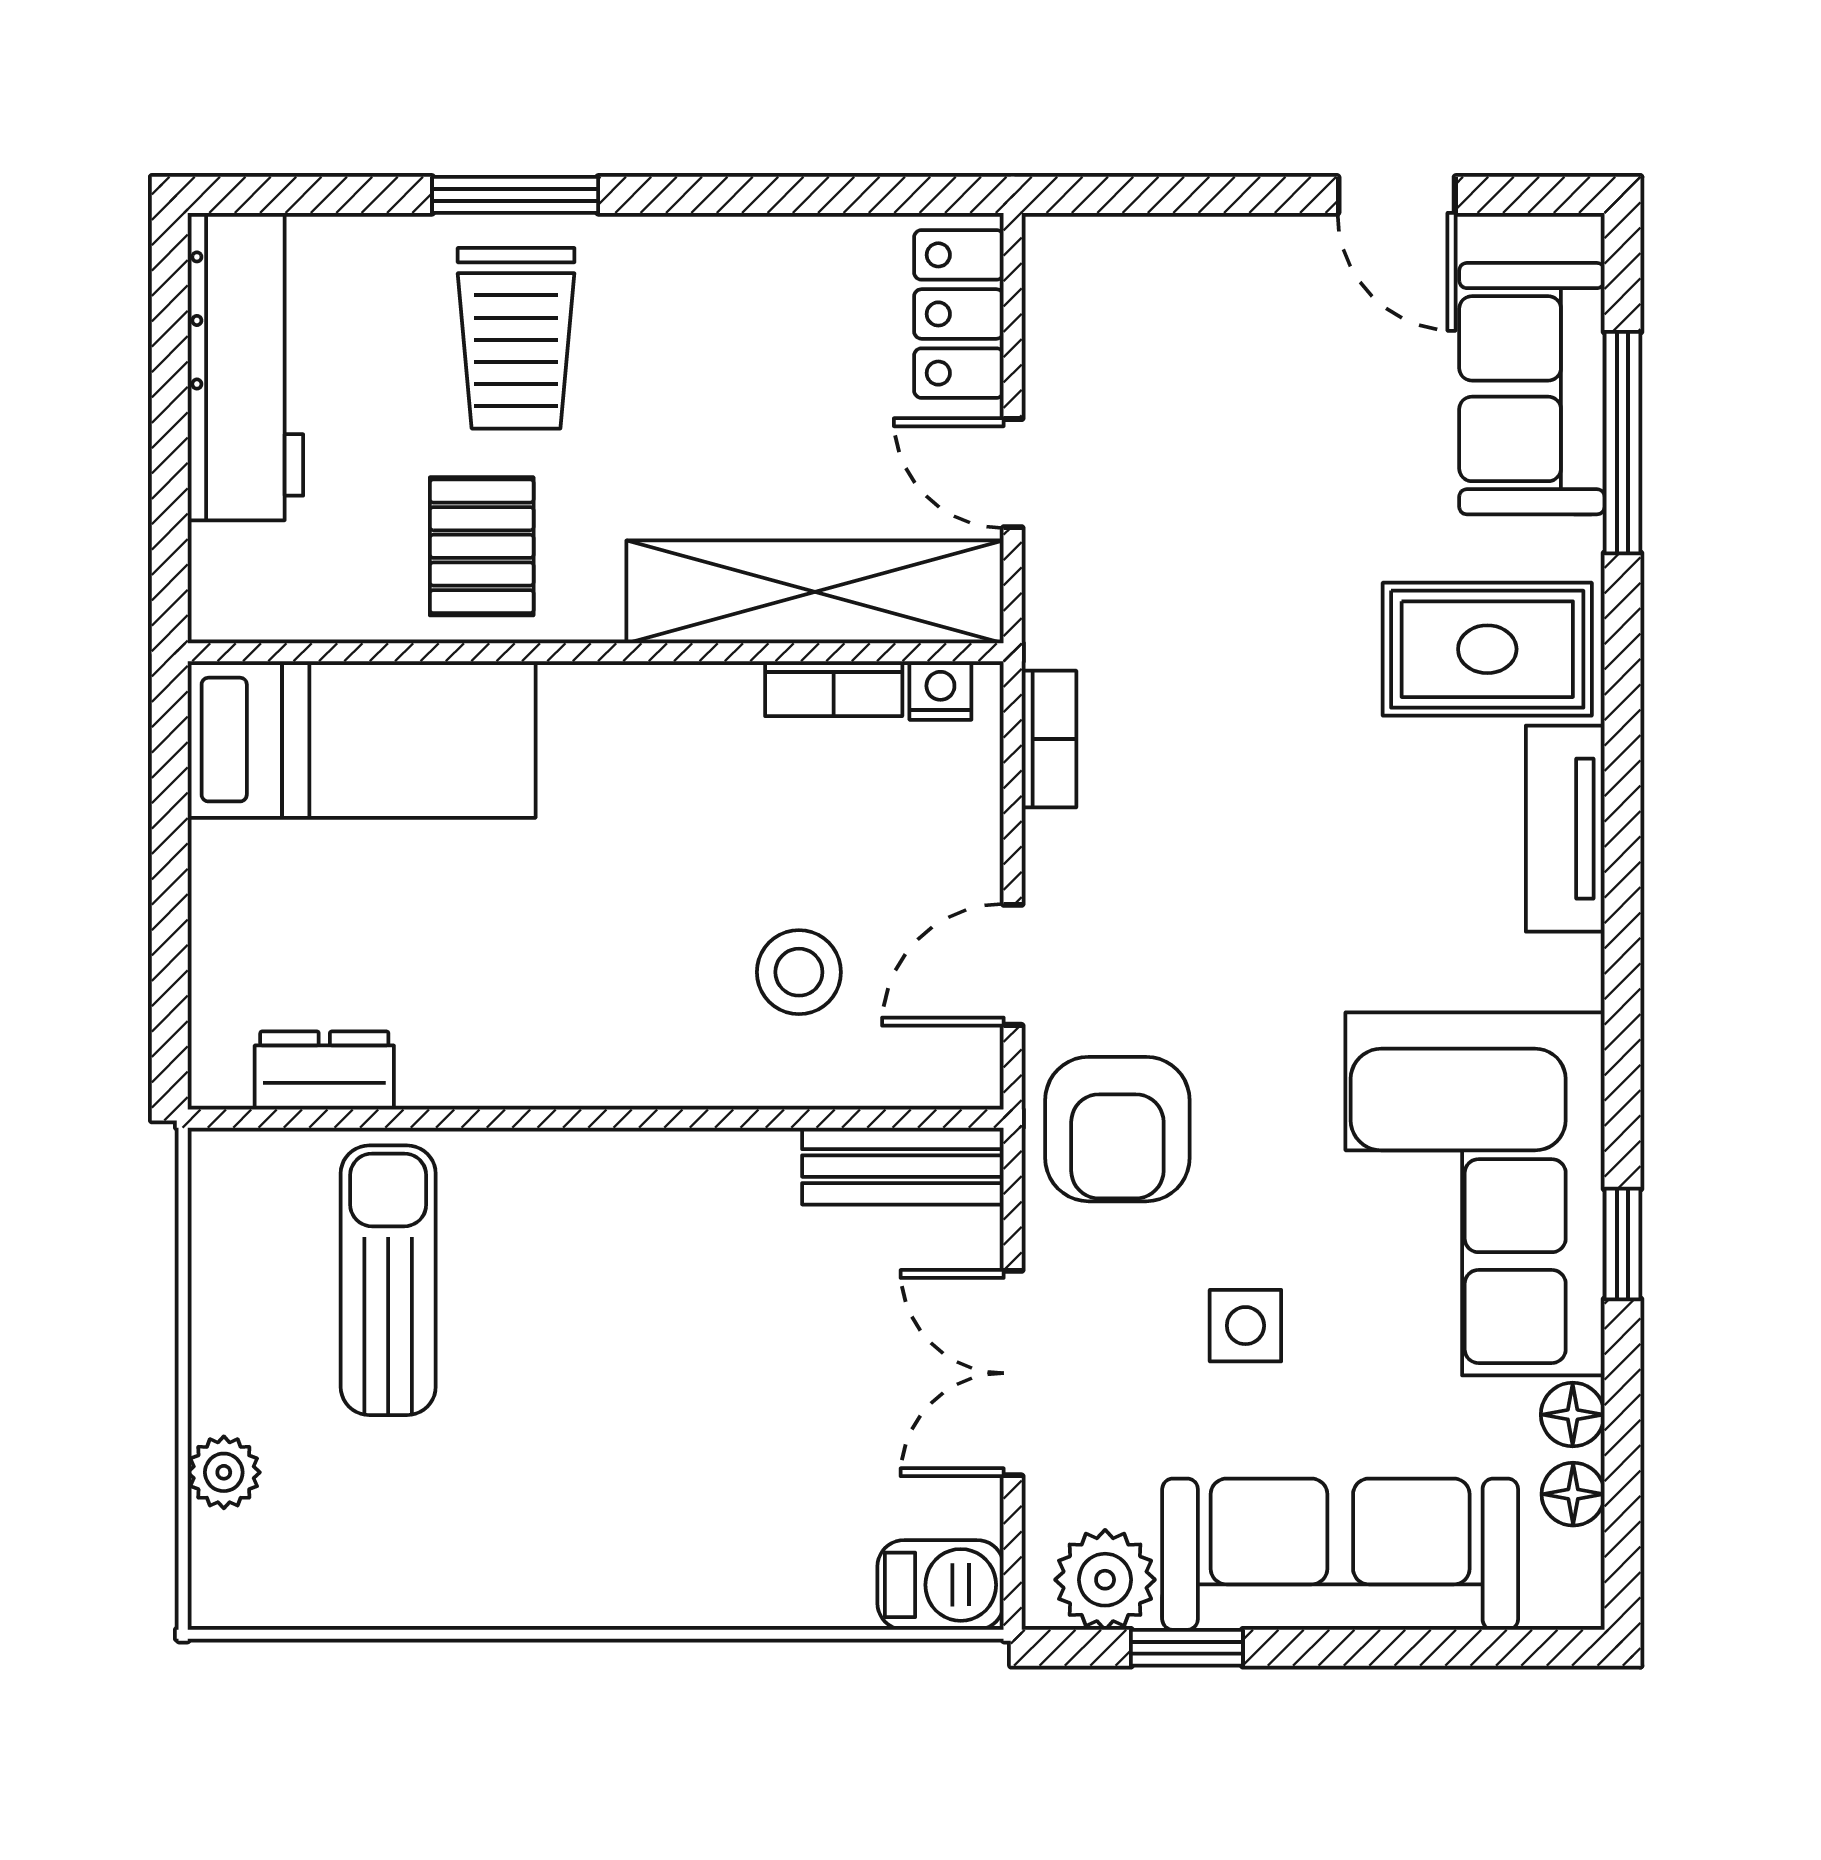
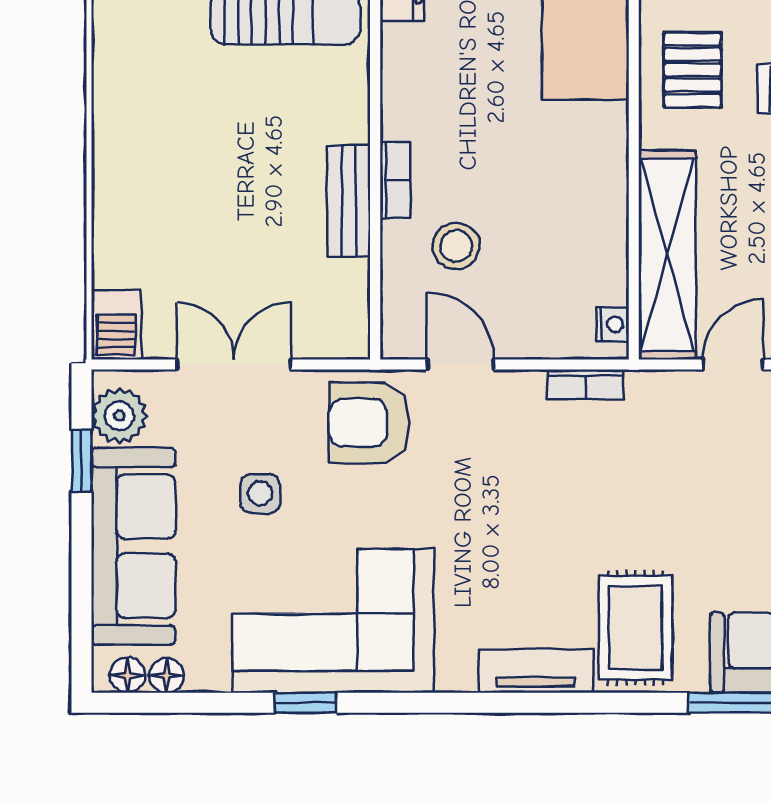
pallet: (482, 546) -> (693, 70), turned 90
bookcase: (834, 689) -> (395, 180), moved, turned 180
bench: (903, 1166) -> (349, 201), moved
floor lamp: (1573, 1415) -> (128, 675), moved

